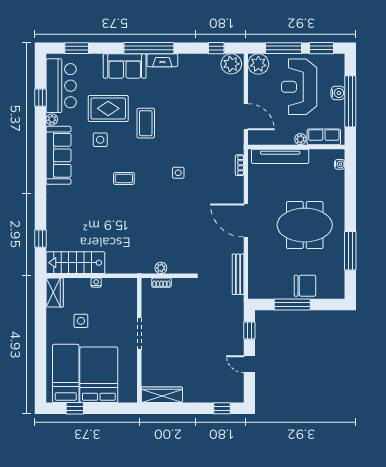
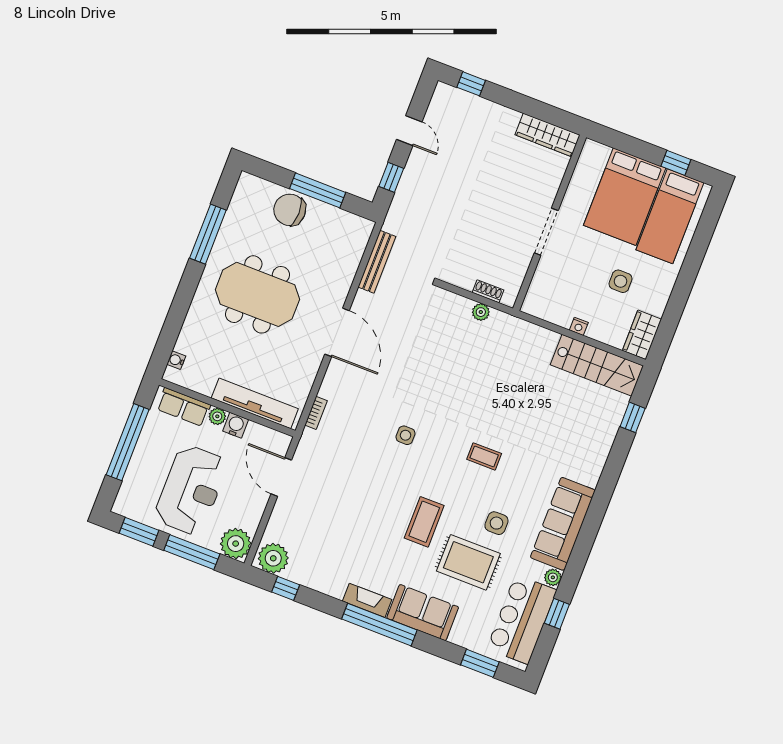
water cooler: (338, 93) -> (236, 425), moved, turned 90

